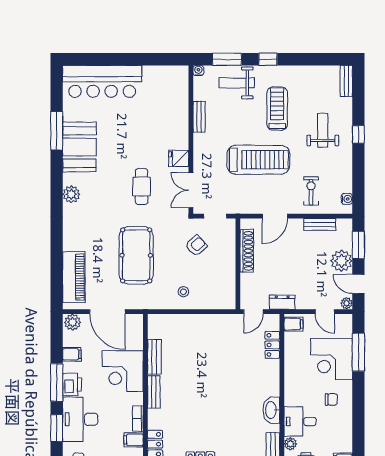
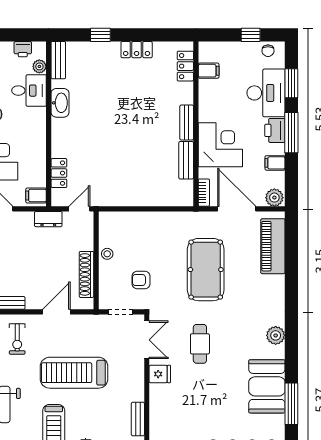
armchair: (196, 246) -> (141, 280), turned 42
stool: (183, 292) -> (107, 254), moved
bookcase: (138, 419) -> (204, 193), moved

